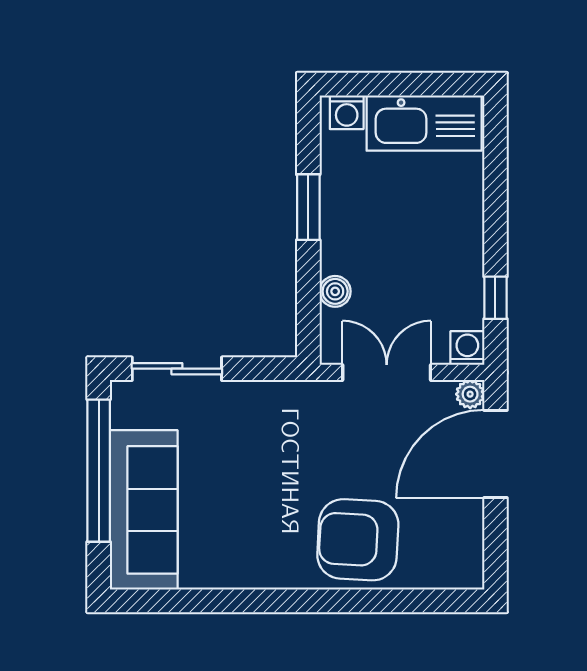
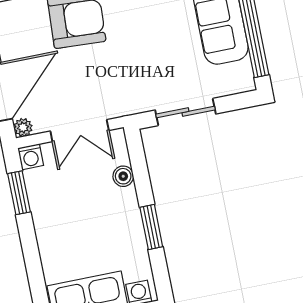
window: (495, 298) -> (19, 193), width x1.50
sliding door: (177, 369) -> (185, 112), moved

